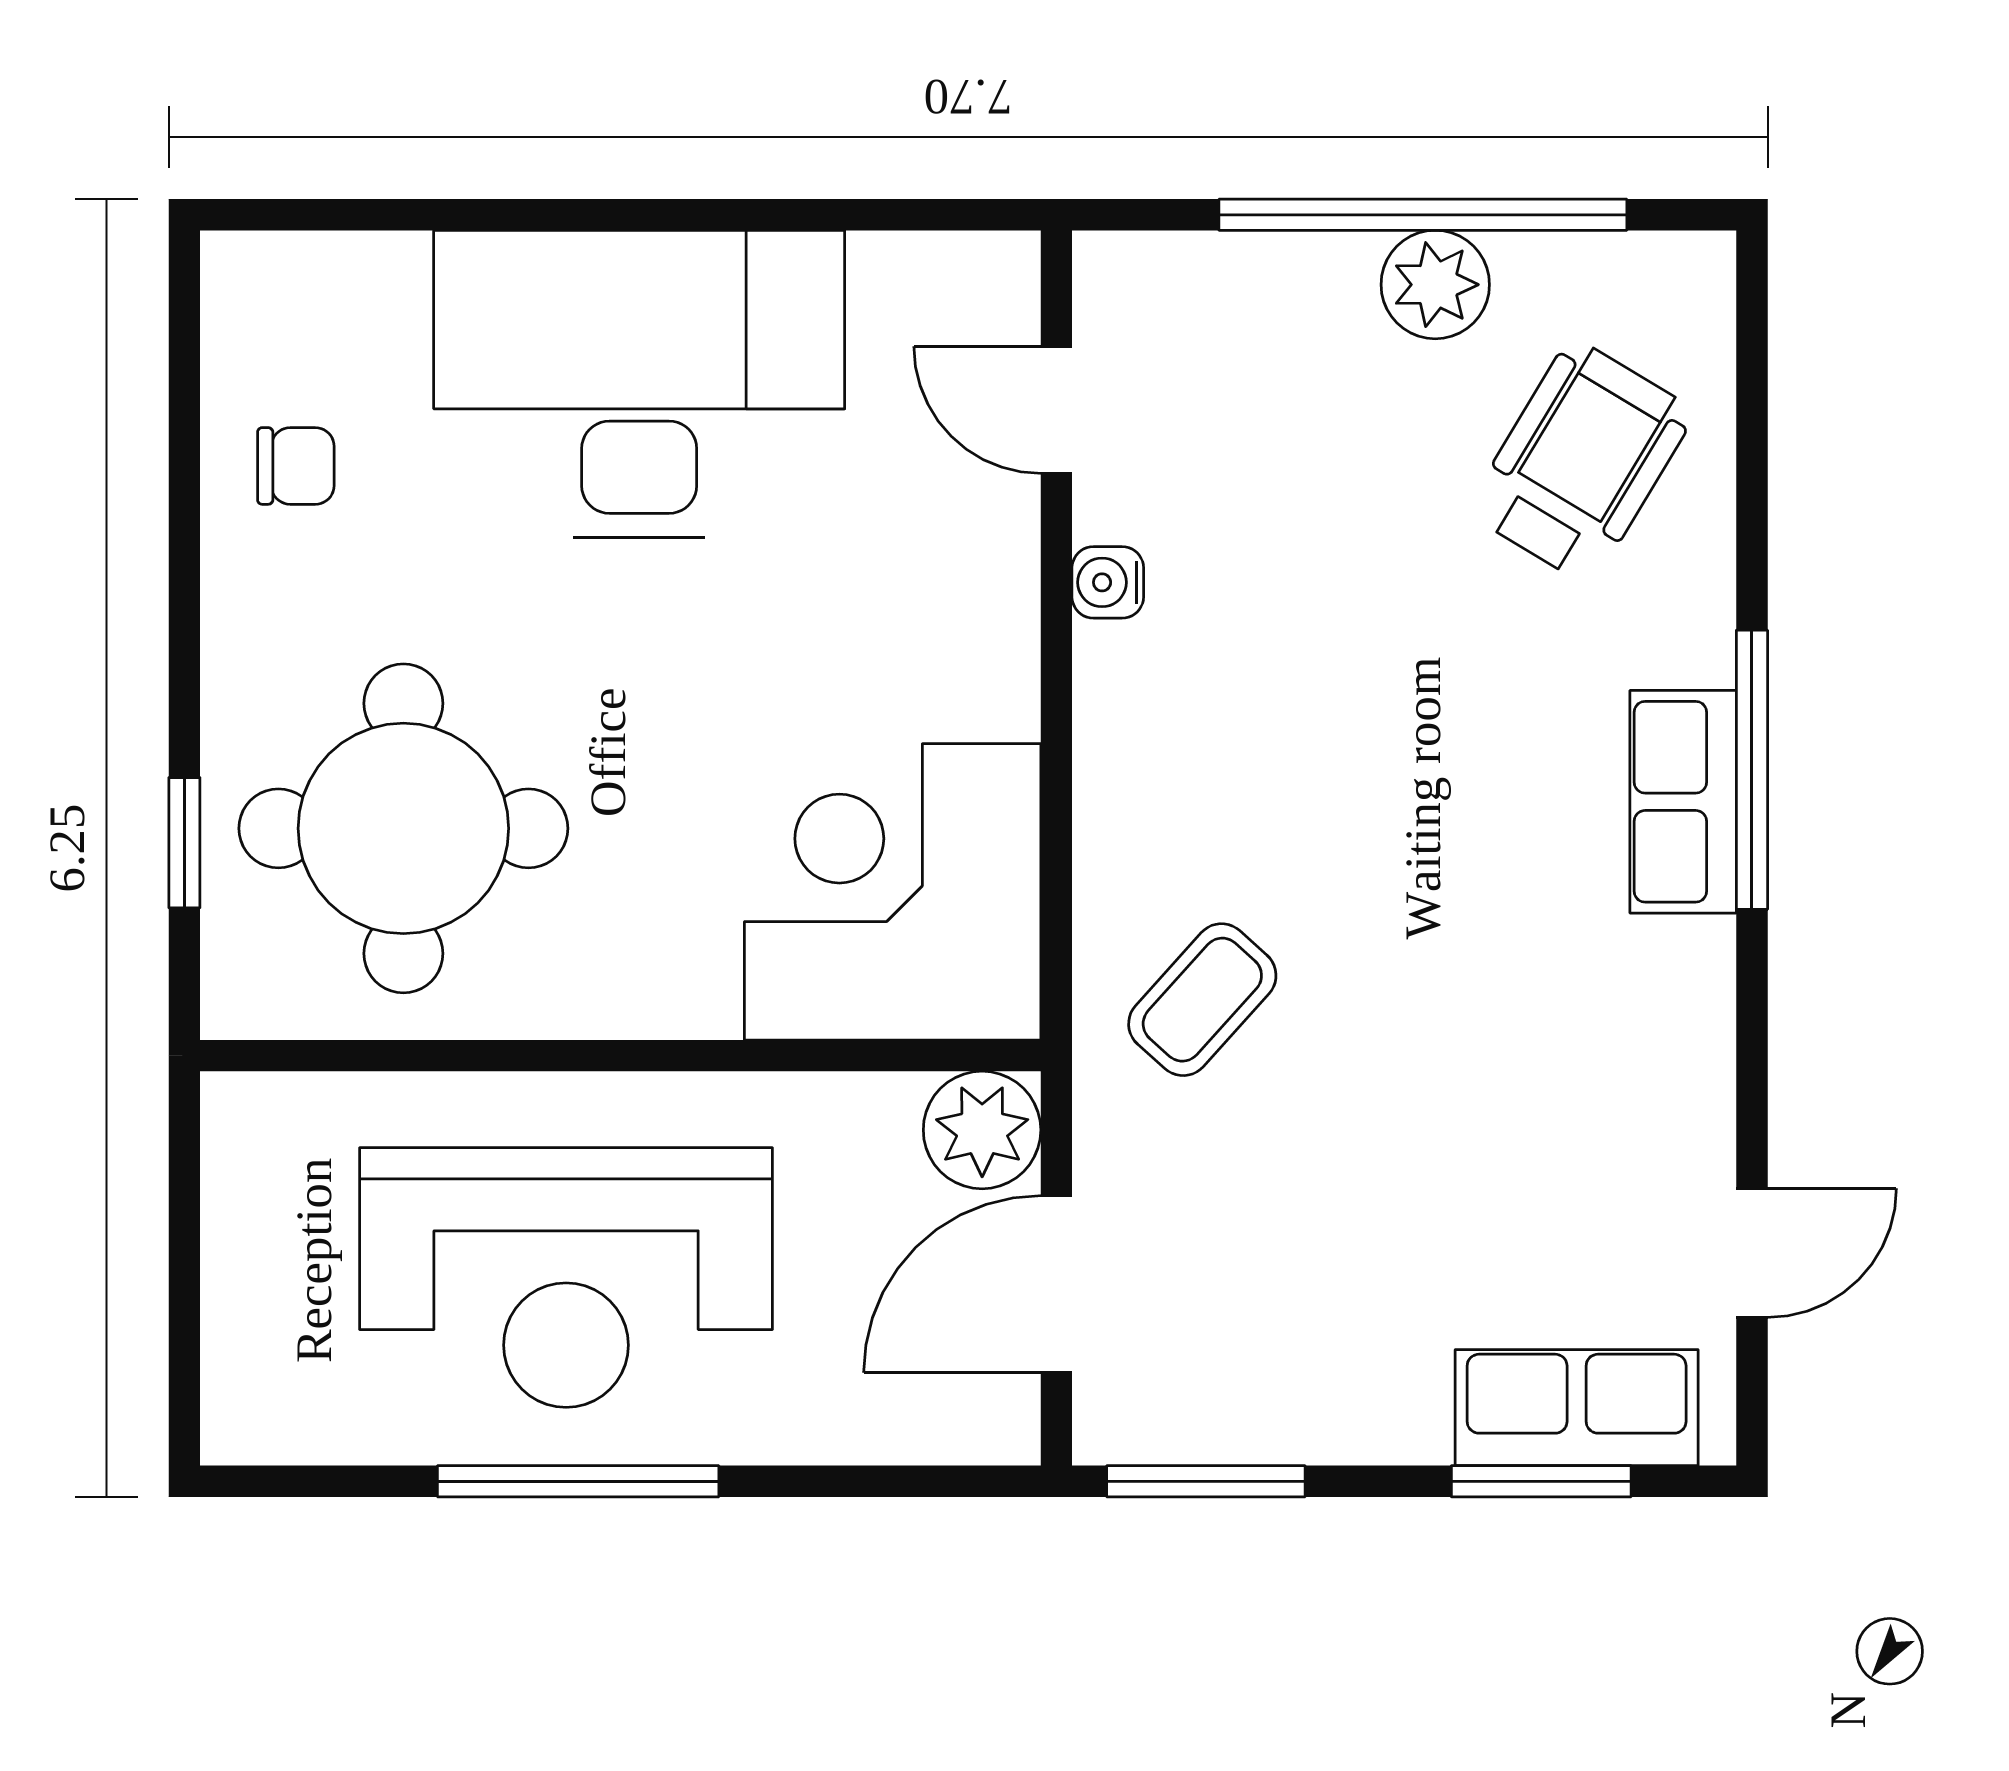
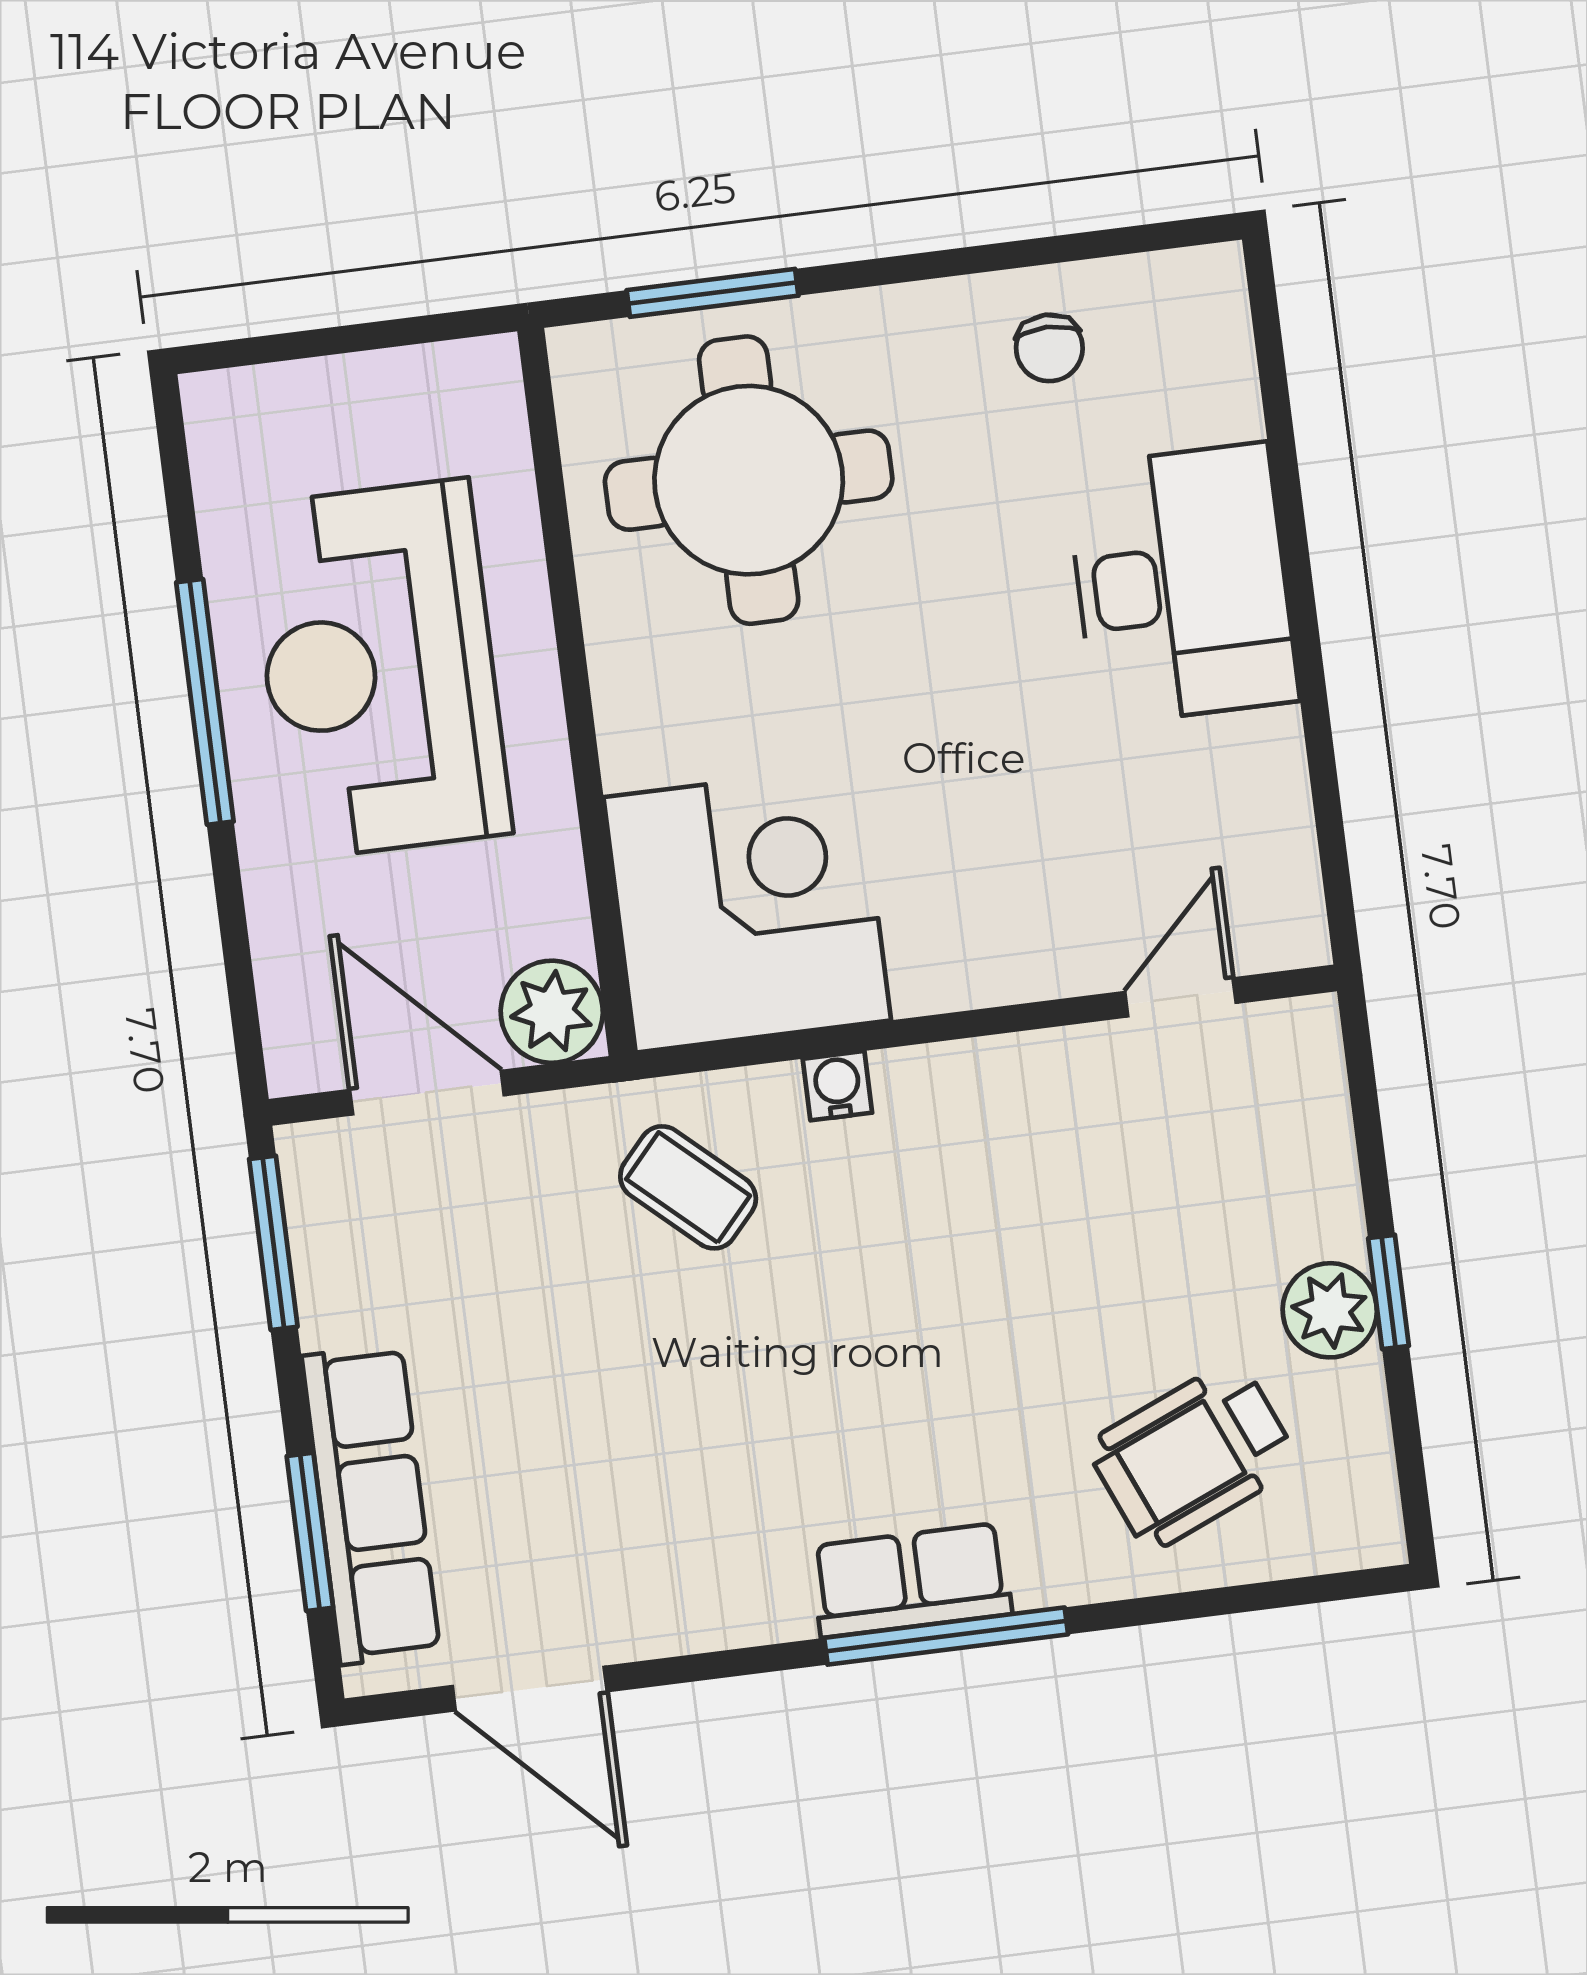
window: (1423, 215) -> (1389, 1292), width x0.32
desk: (639, 384) -> (1182, 584), width x0.73, depth x0.77
wheelchair: (1581, 462) -> (1193, 1455), turned 126
water cooler: (1108, 582) -> (837, 1086), moved
window: (184, 843) -> (712, 293), width x1.50
door: (1752, 1253) -> (530, 1689), width x1.38
row of seats: (1577, 1408) -> (371, 1504), width x1.48

